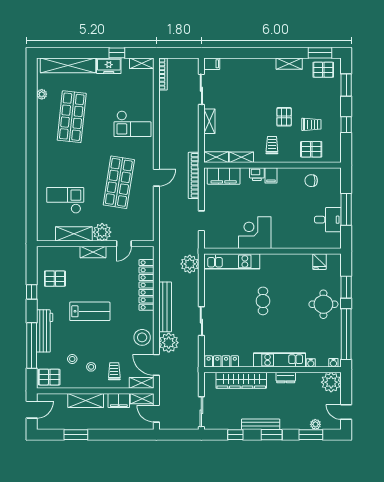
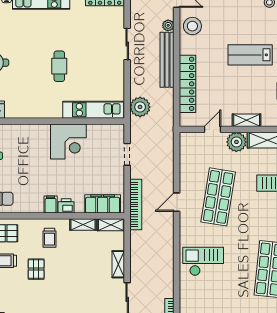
plant: (169, 343) -> (168, 25), width x0.53, depth x0.53

